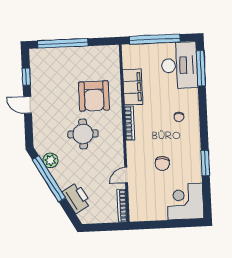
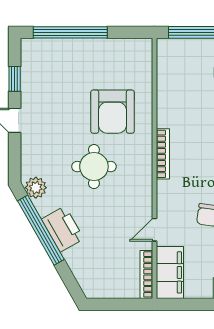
filing cabinet: (133, 87) -> (170, 272), moved
plant: (50, 160) -> (36, 188), moved
printer: (77, 198) -> (63, 229), moved

